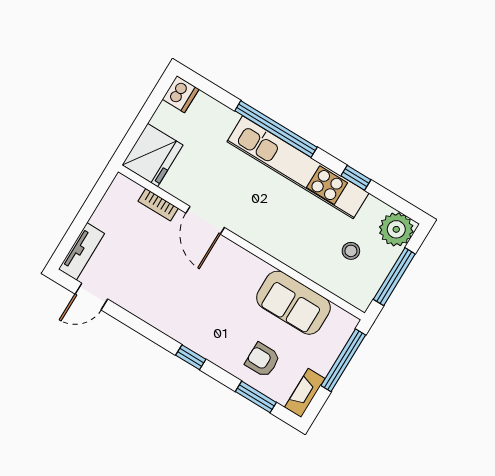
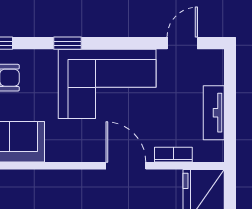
tv unit: (81, 251) -> (214, 113), moved
corner sofa: (178, 301) -> (107, 84), added

